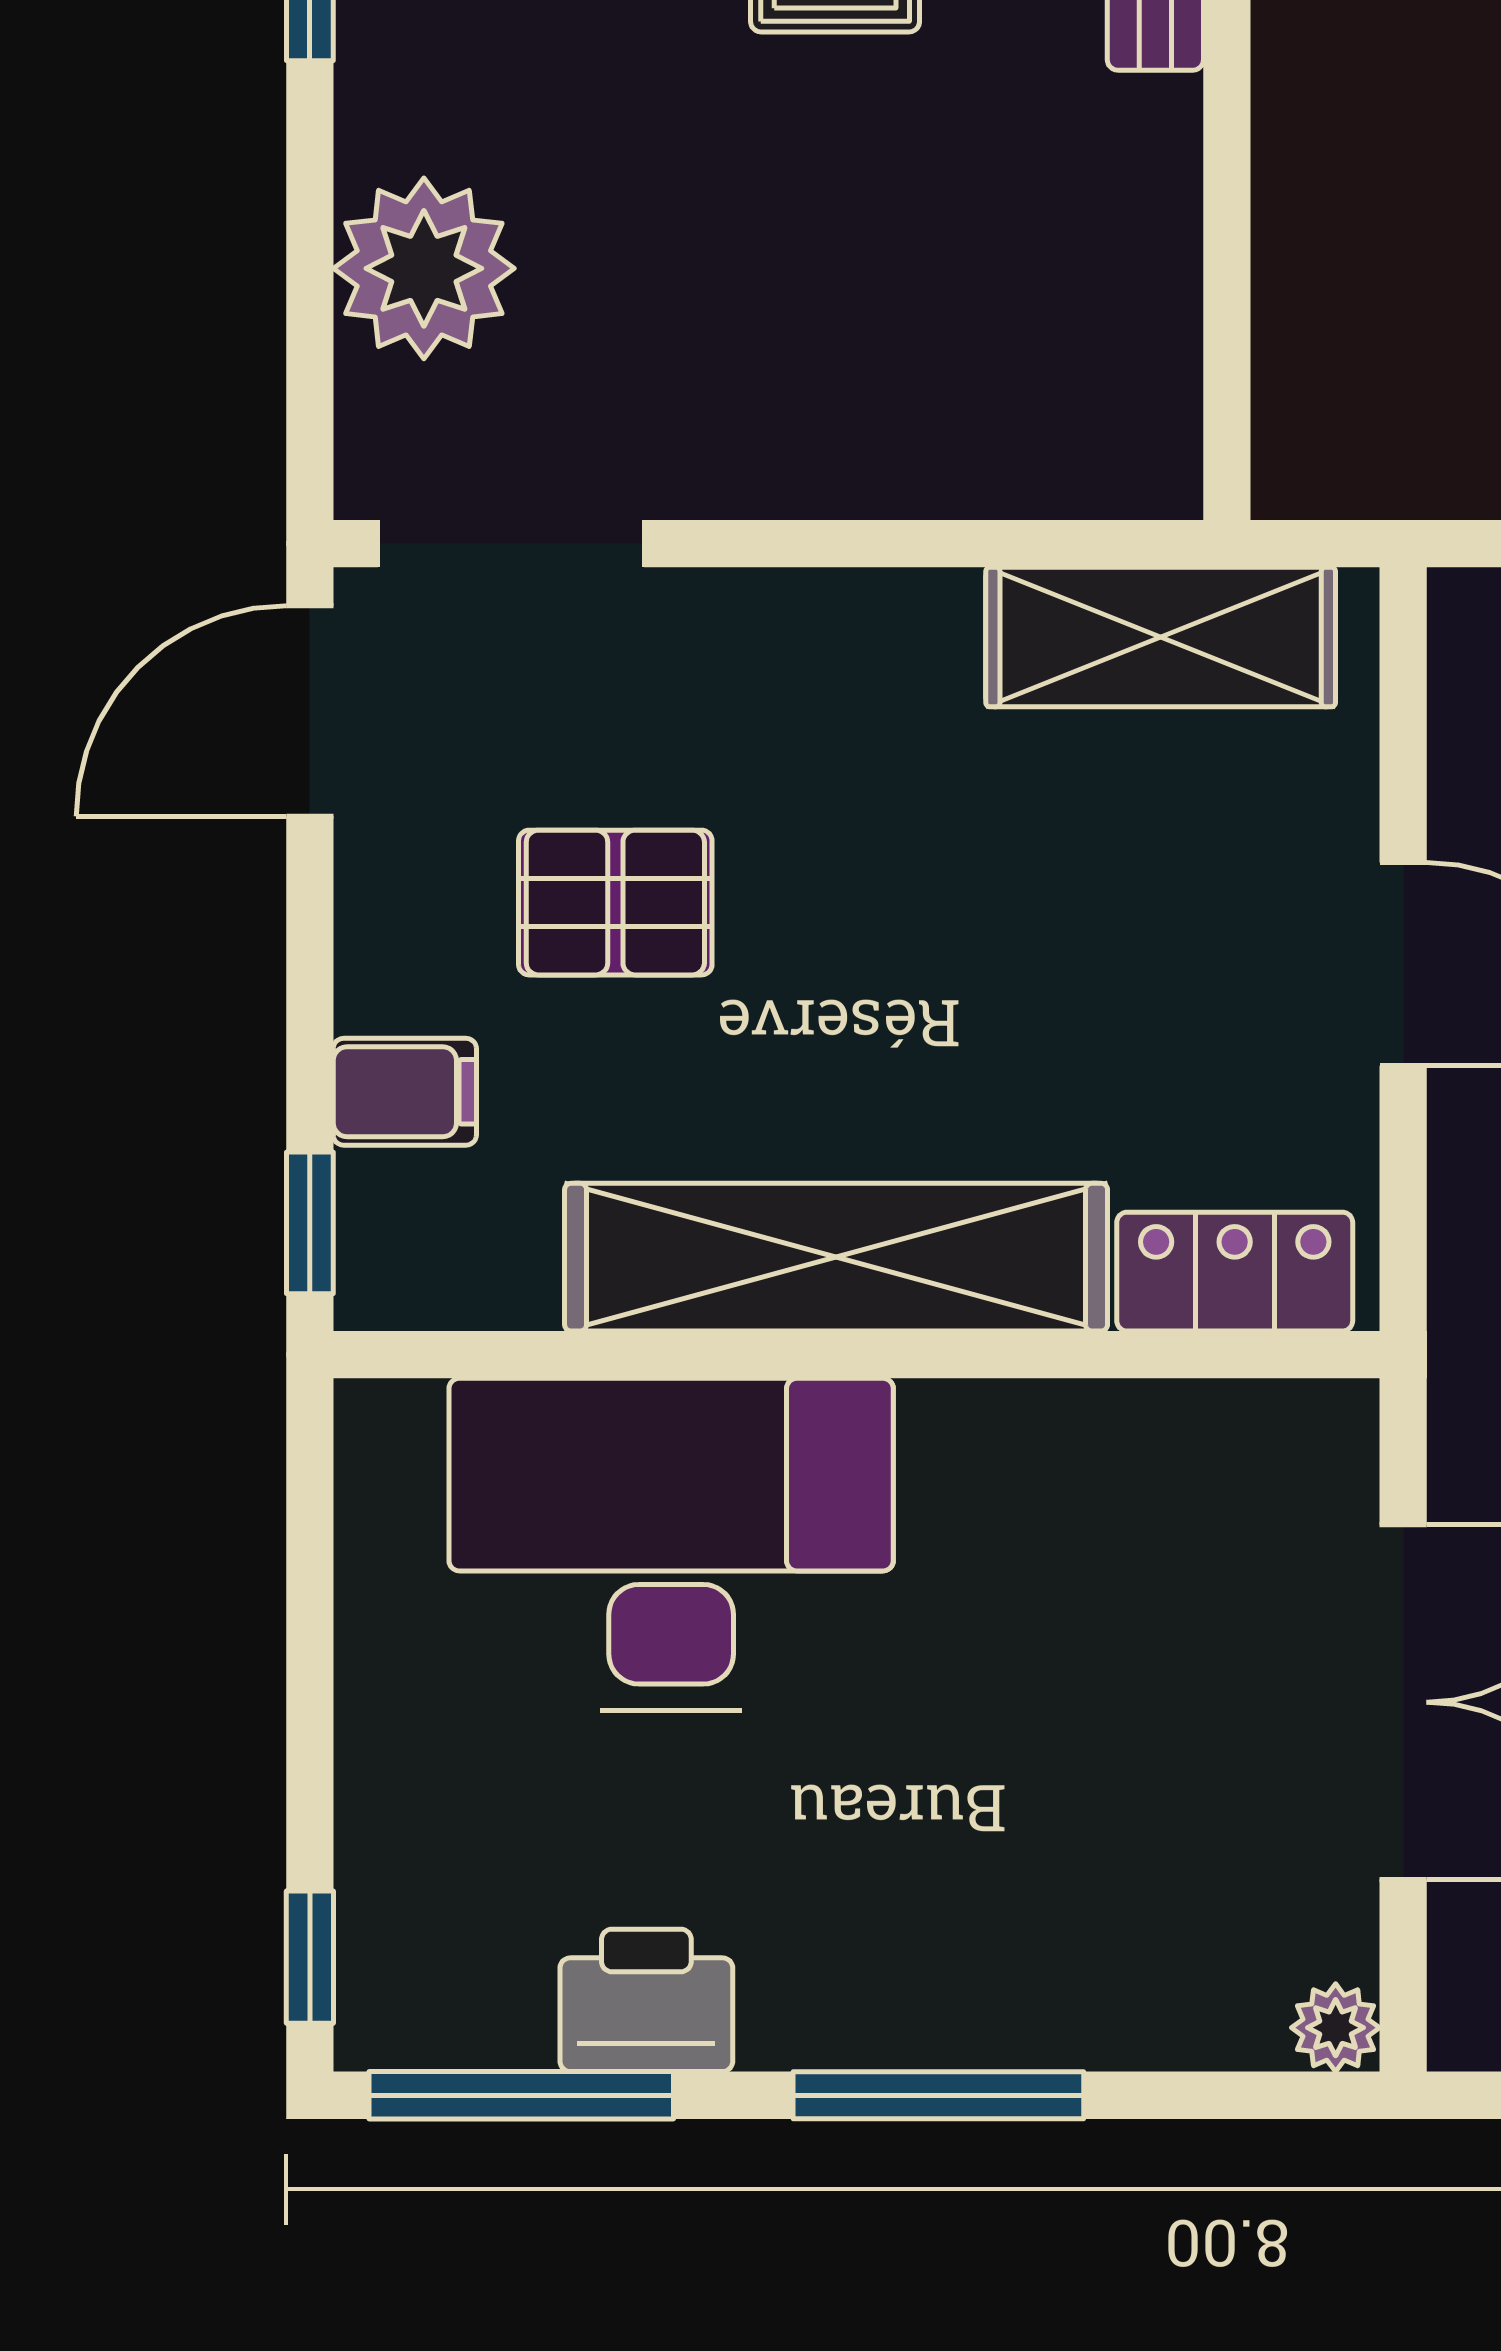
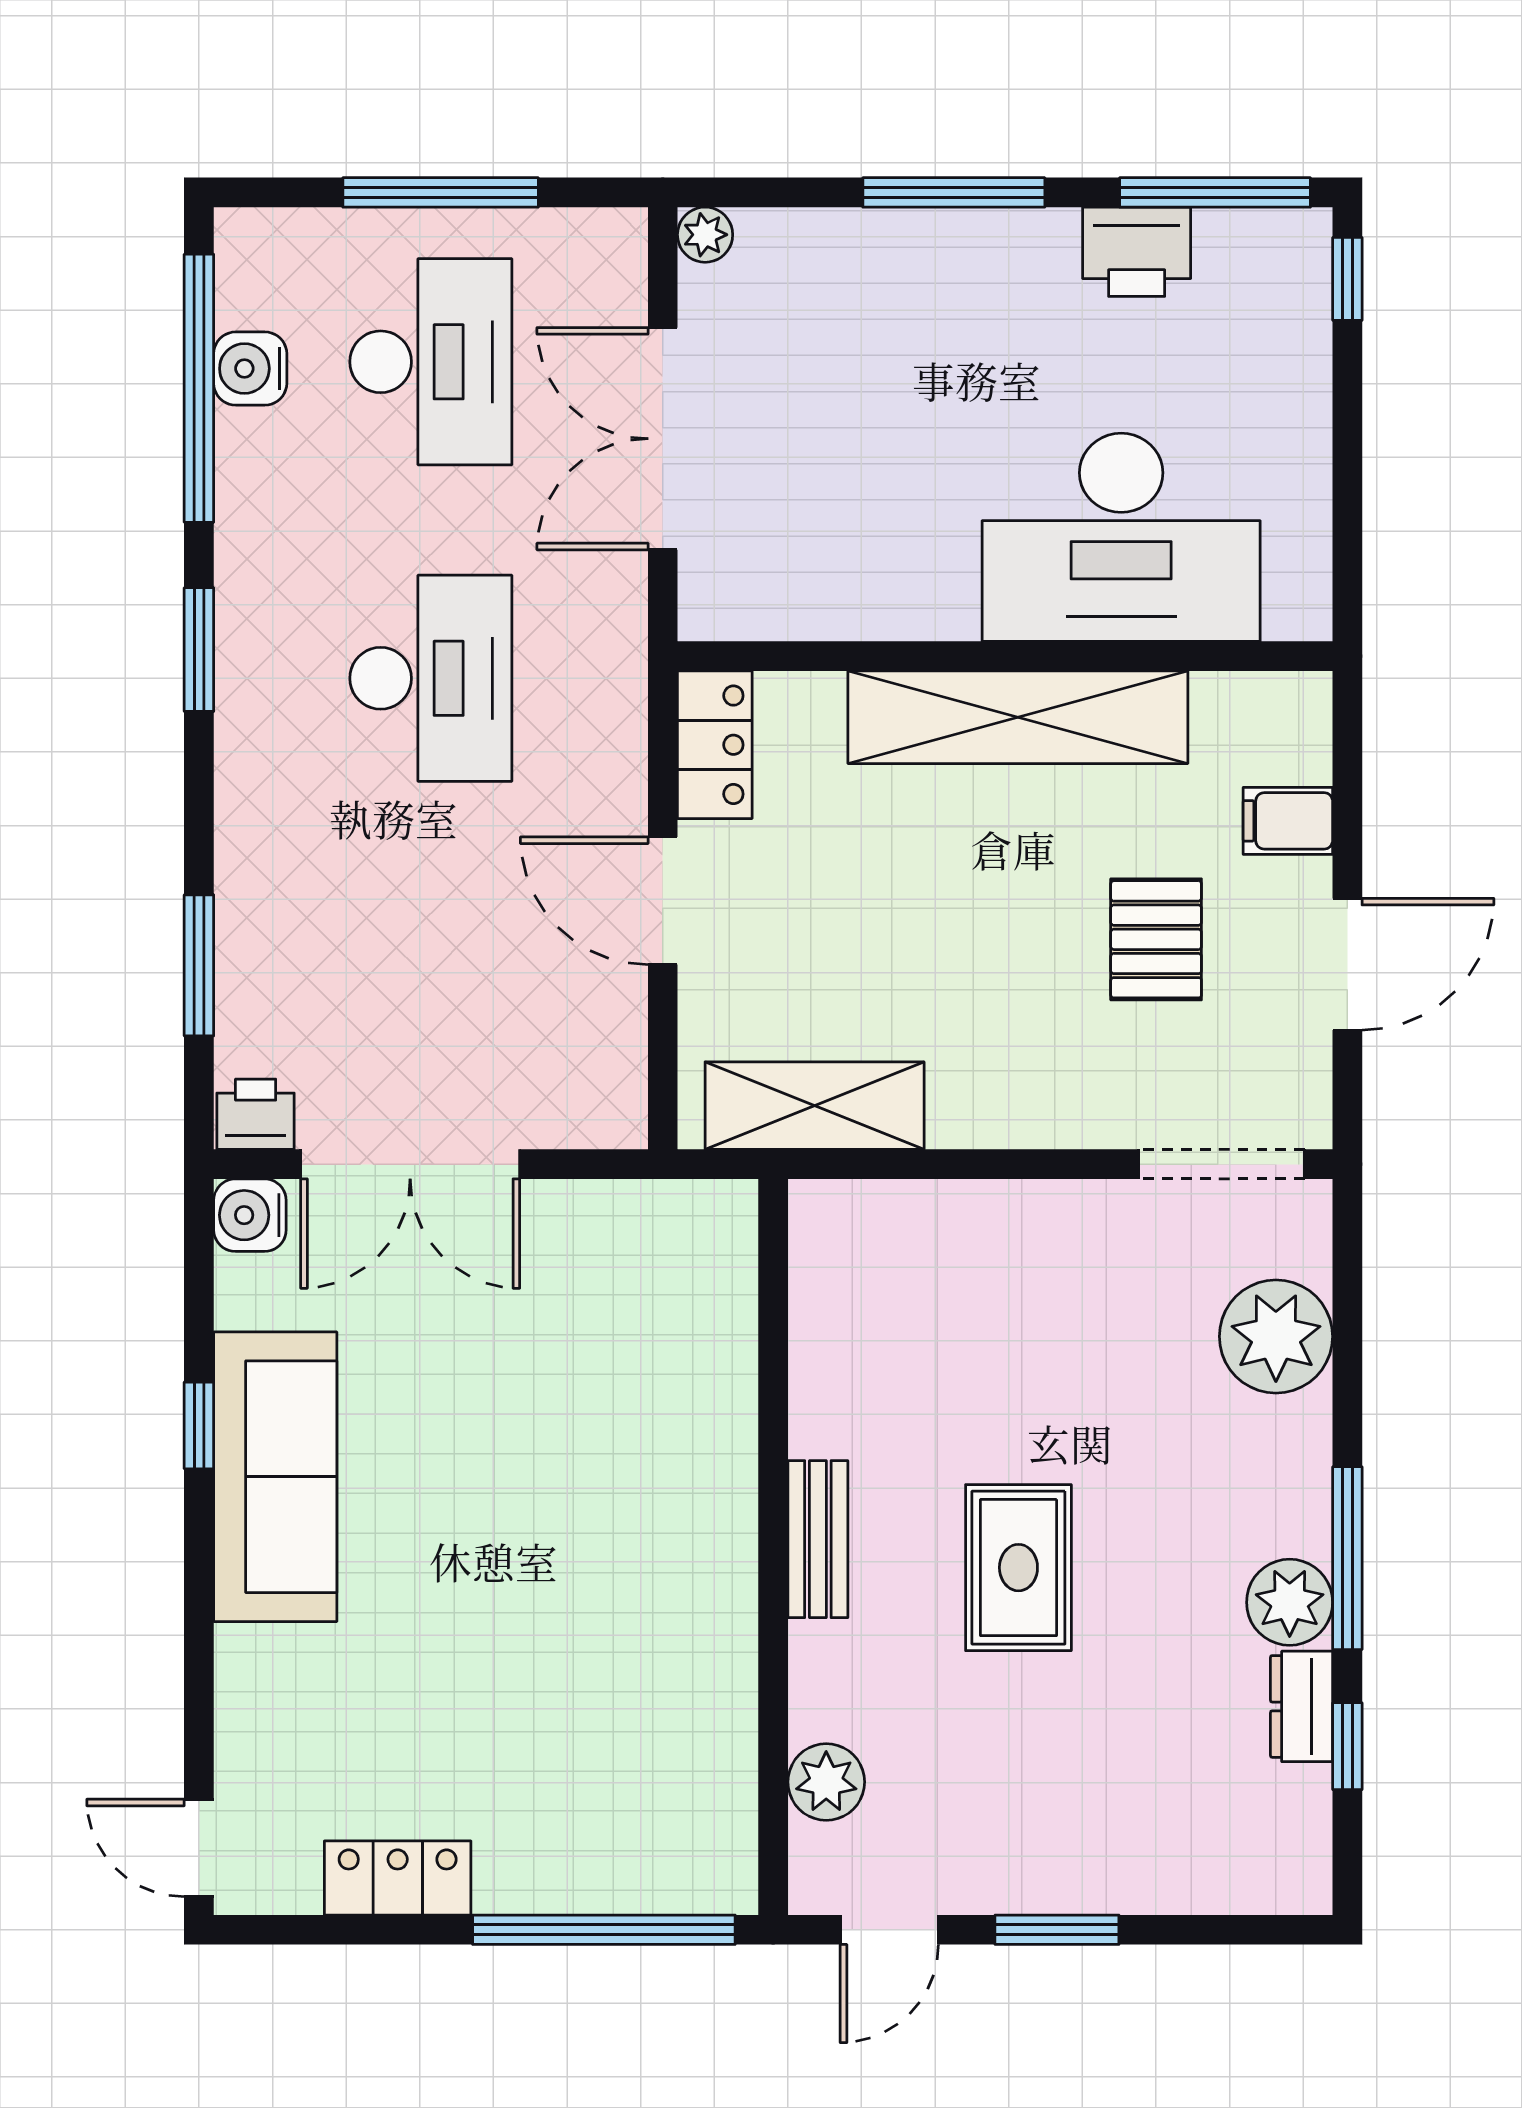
door: (310, 711) -> (1347, 964), moved
pallet: (615, 903) -> (1156, 939), turned 90
window: (310, 1223) -> (1347, 739), removed
locker: (1235, 1272) -> (715, 745), moved, turned -90

